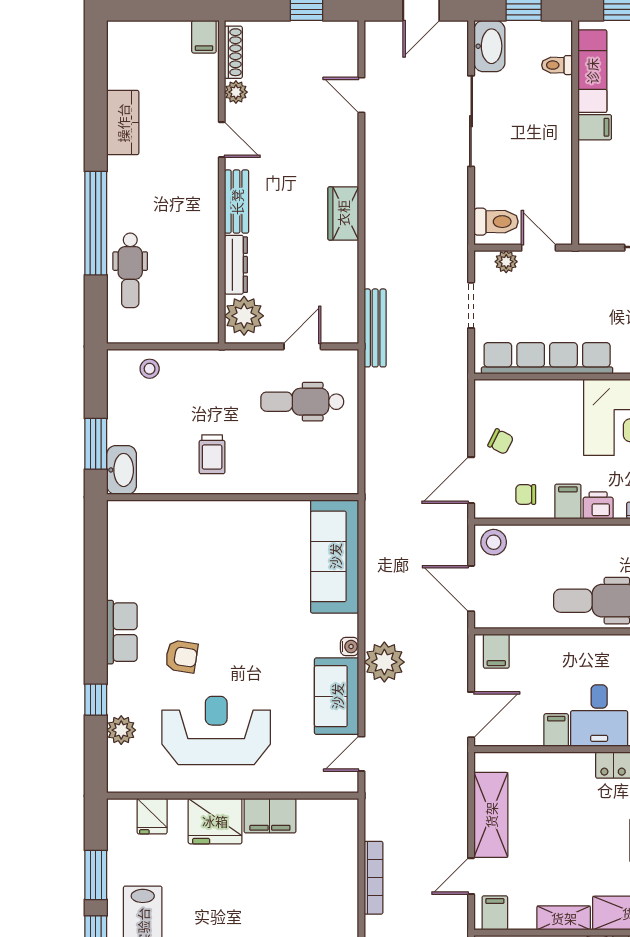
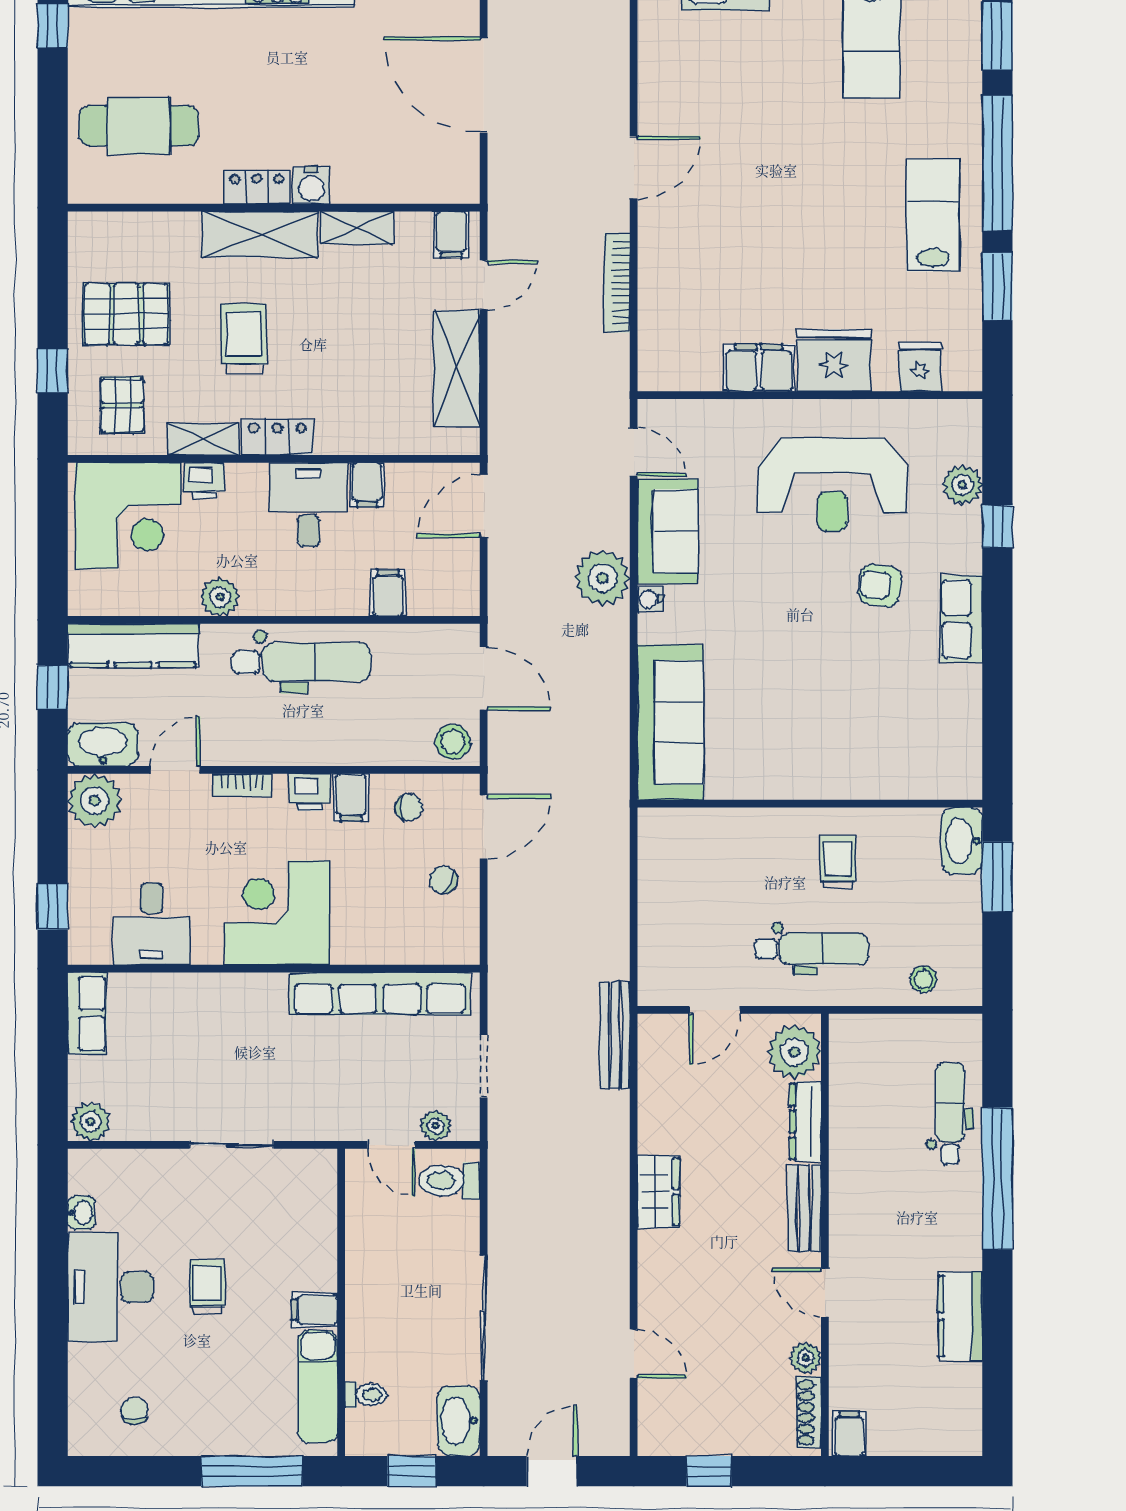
dental chair: (302, 402) -> (811, 949), moved
filing cabinet: (496, 651) -> (388, 593), moved
door: (361, 754) -> (634, 452), hinge flipped

